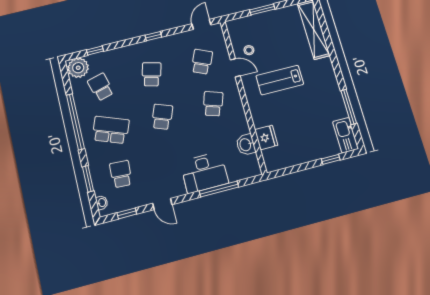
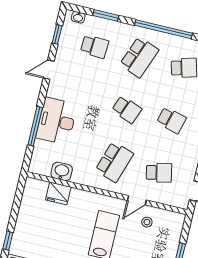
school desk: (202, 62) -> (159, 173), turned -36
school desk: (213, 104) -> (114, 162), width x1.85

